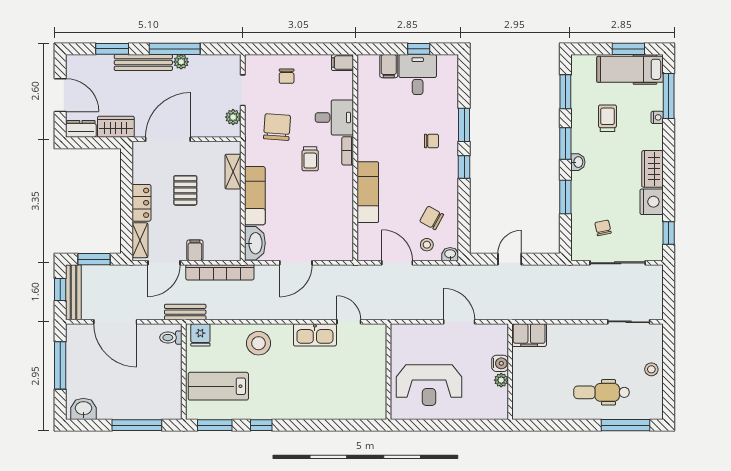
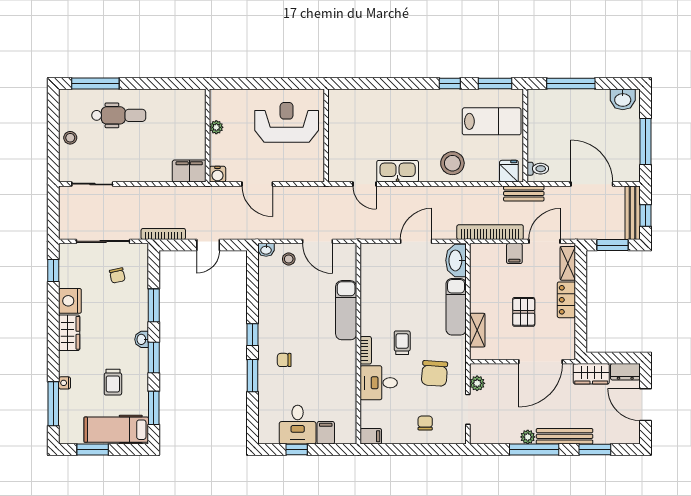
hospital bed: (630, 69) -> (116, 430), moved, turned 180
chair: (432, 218) -> (284, 285), removed
bookcase: (556, 270) -> (163, 234), added
water cooler: (500, 363) -> (217, 174), moved, turned -90

